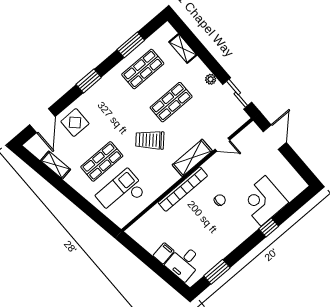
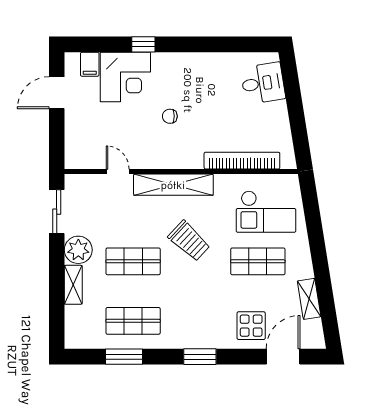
shelving: (183, 48) -> (73, 285), moved
plant: (211, 79) -> (78, 250), width x1.88, depth x1.88
door: (275, 137) -> (57, 93), moved
shelving: (192, 158) -> (173, 185), width x1.47
bookcase: (183, 189) -> (242, 161), moved
filing cabinet: (164, 253) -> (90, 64), moved, turned -81
window: (217, 272) -> (237, 44), removed

